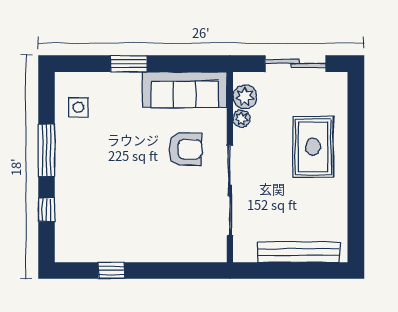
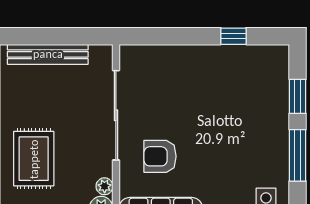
window: (47, 210) -> (298, 96), width x1.50

